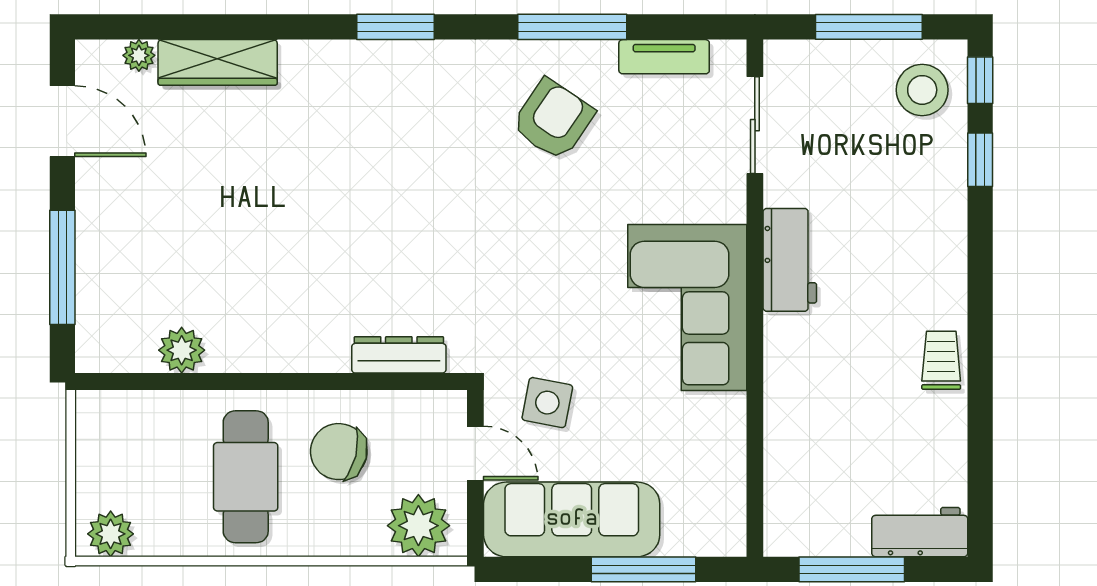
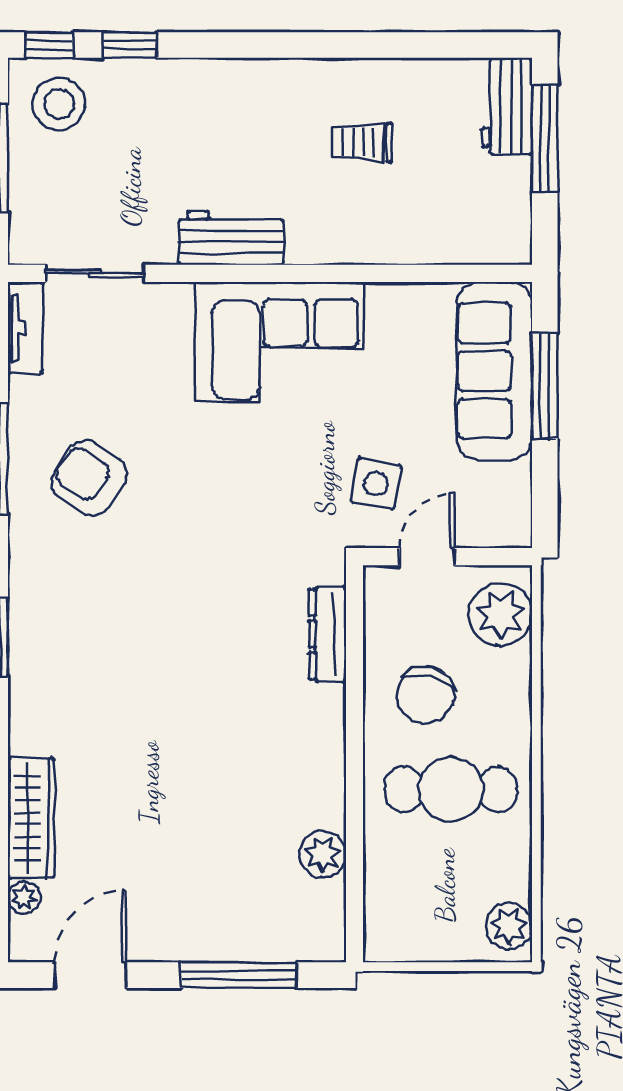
tv unit: (664, 57) -> (25, 327), moved
trolley: (941, 360) -> (362, 142), moved
sofa: (572, 519) -> (494, 371), moved
window: (852, 569) -> (545, 138), moved

